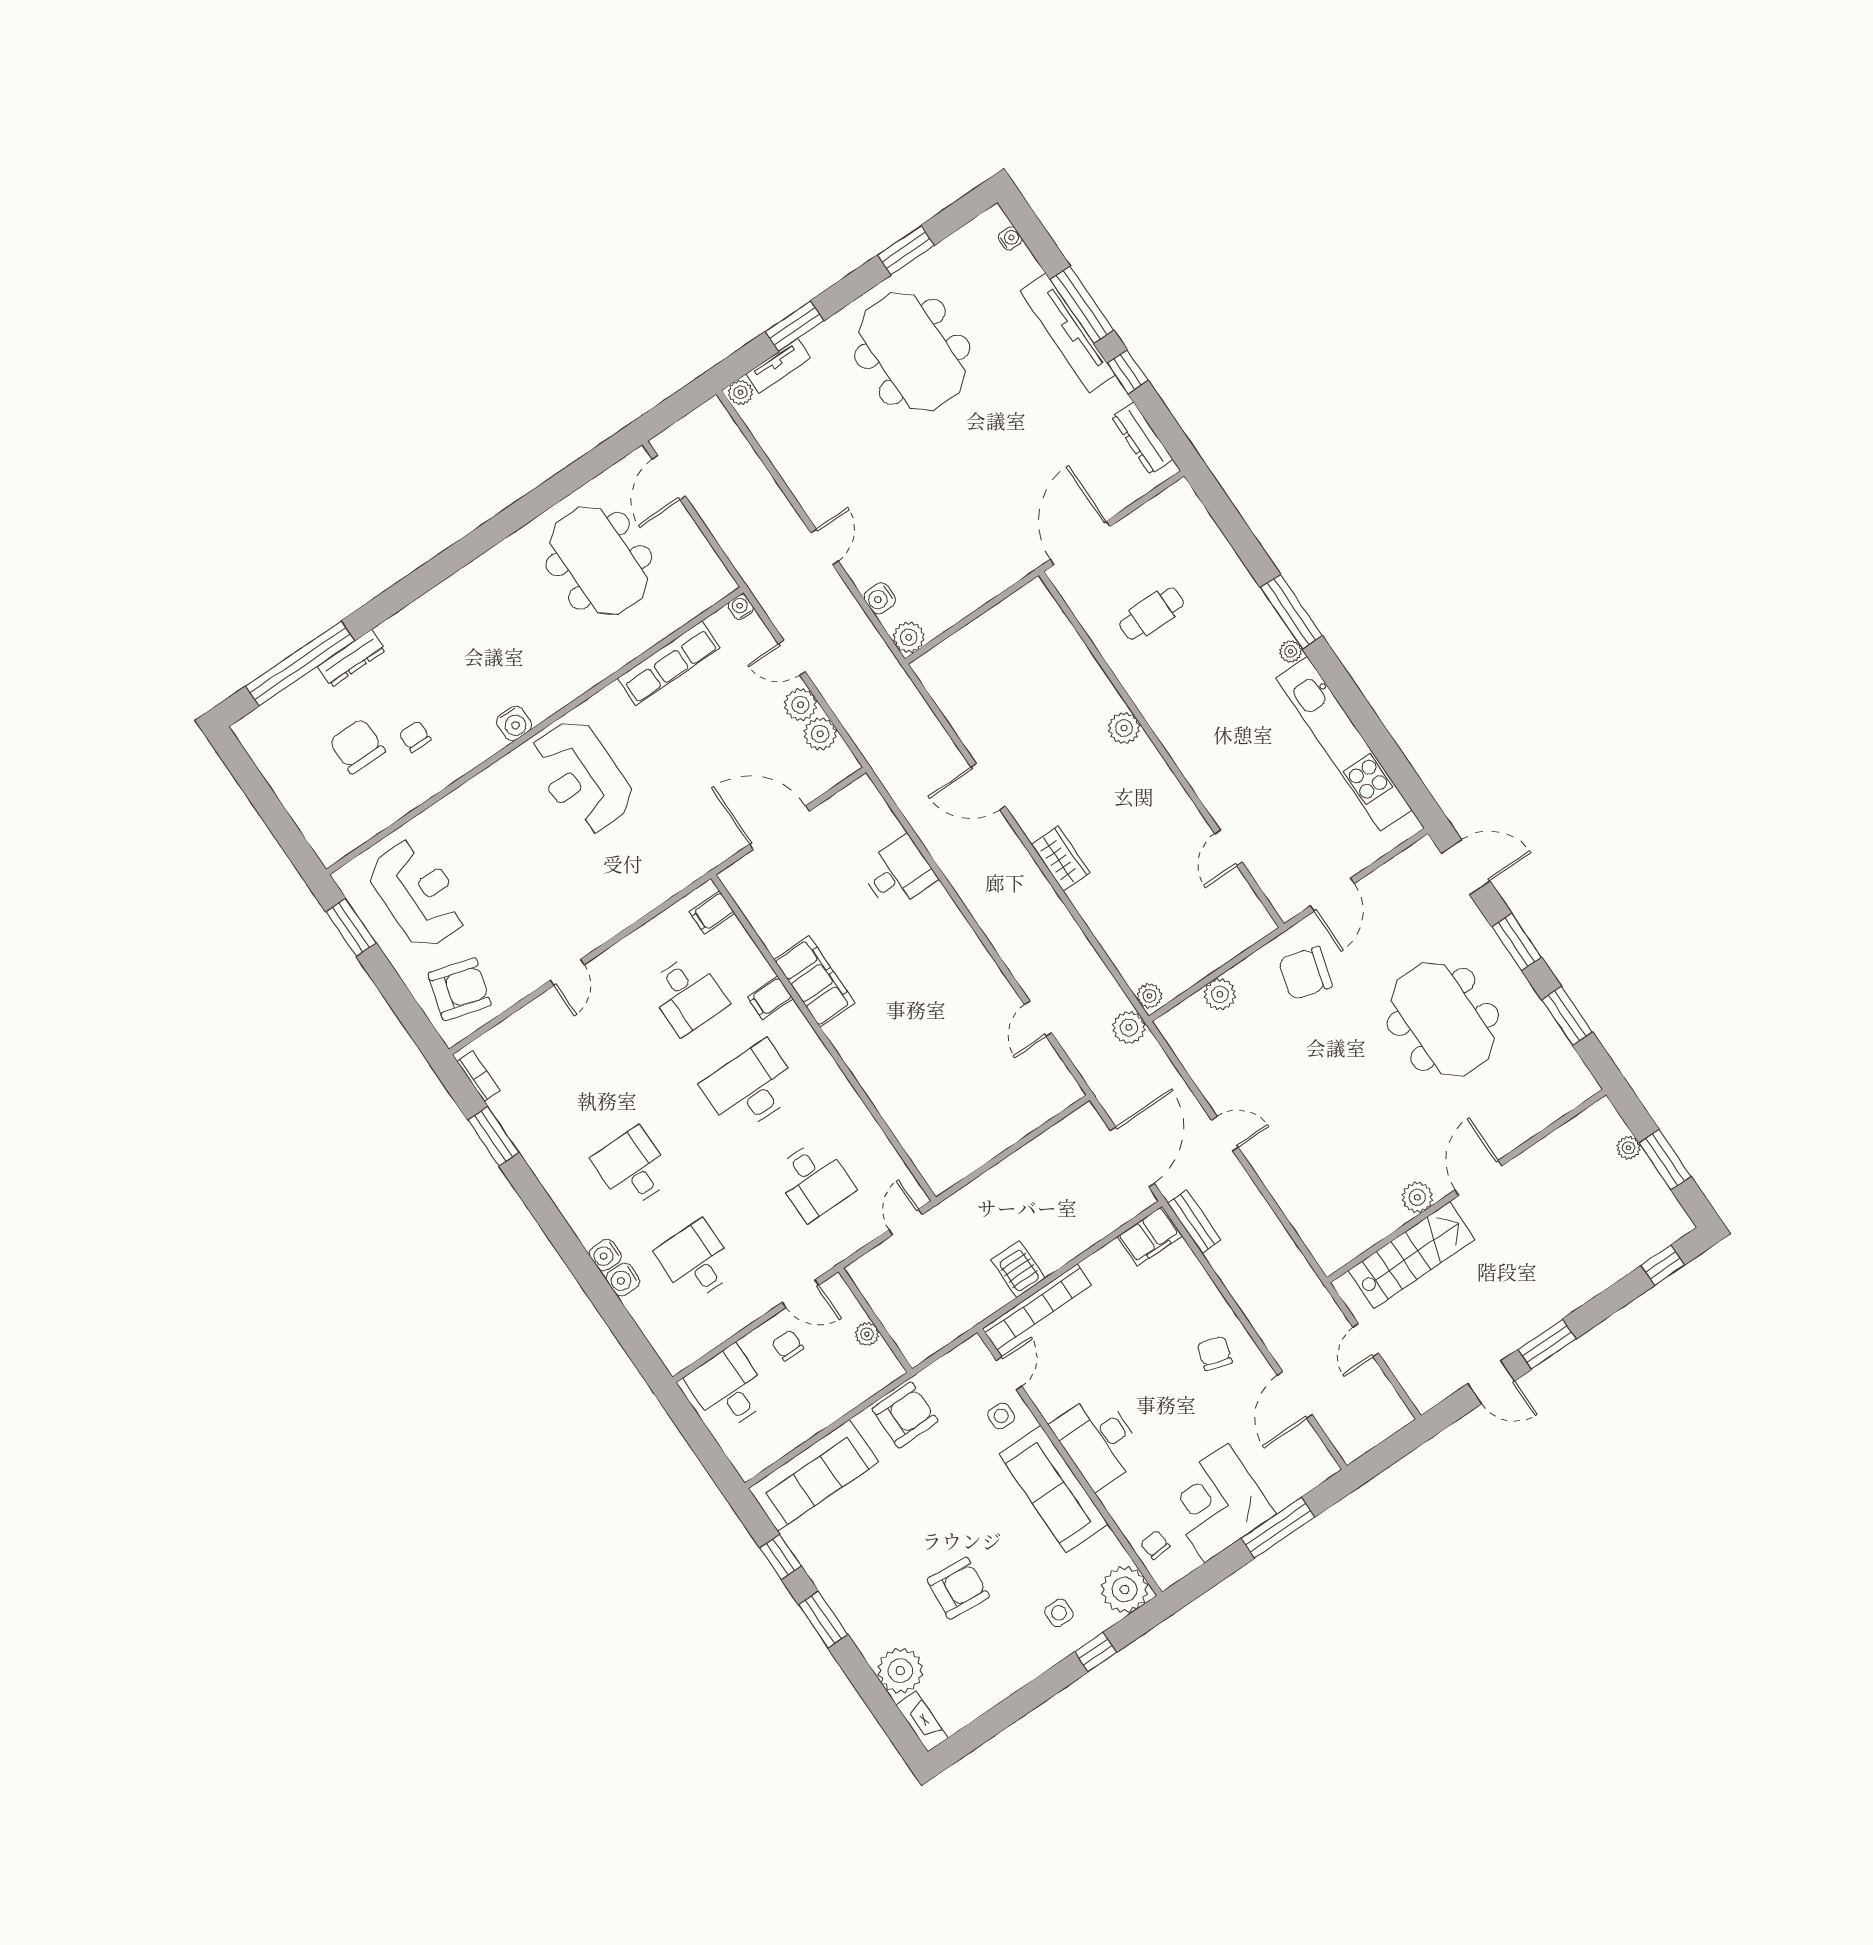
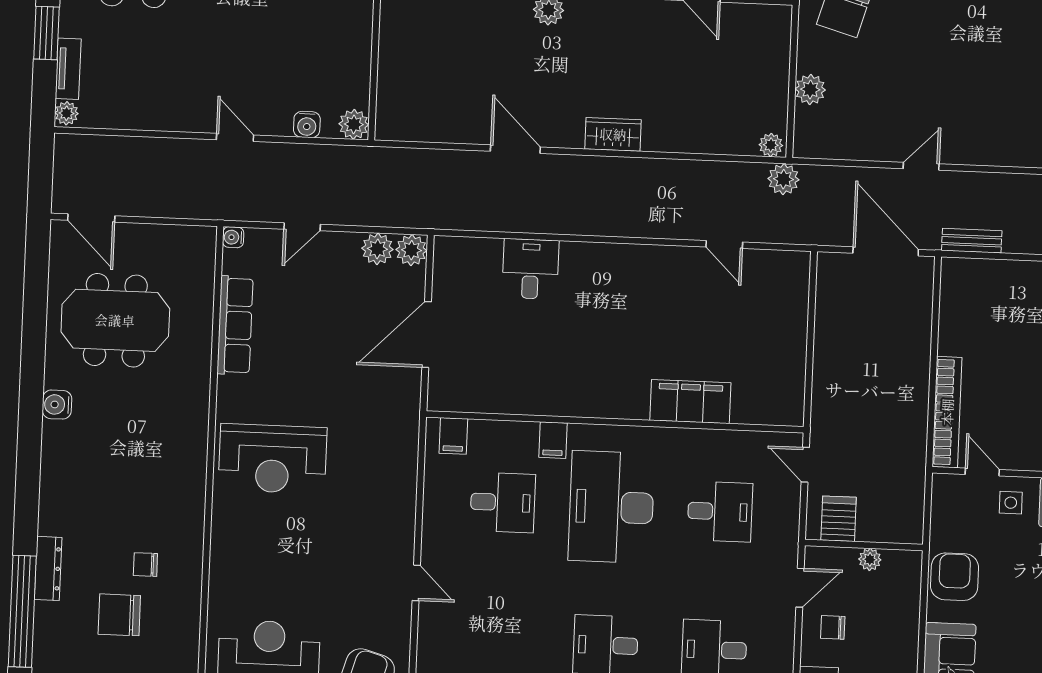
plant: (800, 705) -> (411, 250), moved
water cooler: (514, 723) -> (57, 405), moved, turned 180
door: (988, 787) -> (515, 149), swing flipped
filing cabinet: (814, 981) -> (690, 402), moved
desk: (751, 1087) -> (611, 507), width x1.36, depth x1.30
filing cabinet: (1150, 1236) -> (957, 284), removed
server rack: (1018, 1269) -> (839, 519), moved, turned 90

